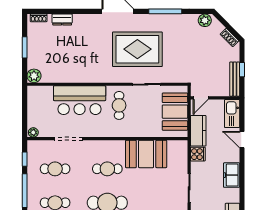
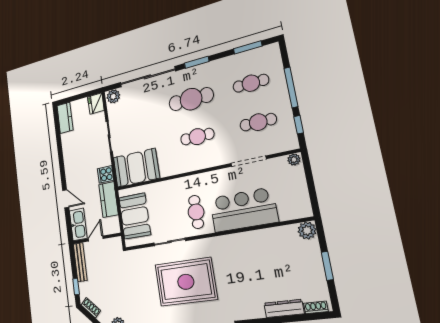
dresser: (62, 20) -> (284, 308), width x1.44
window: (242, 70) -> (76, 287), moved
door: (201, 98) -> (96, 239), moved
booth: (146, 154) -> (136, 168), moved
freezer: (232, 175) -> (71, 160), removed

